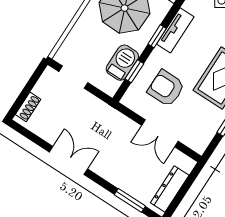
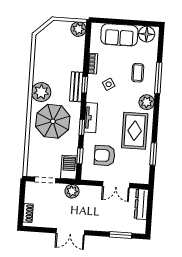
barbecue: (122, 63) -> (69, 167), moved
plant: (99, 110) -> (72, 191), added
double door: (69, 161) -> (70, 232), swing flipped
dresser: (170, 189) -> (141, 204), moved

